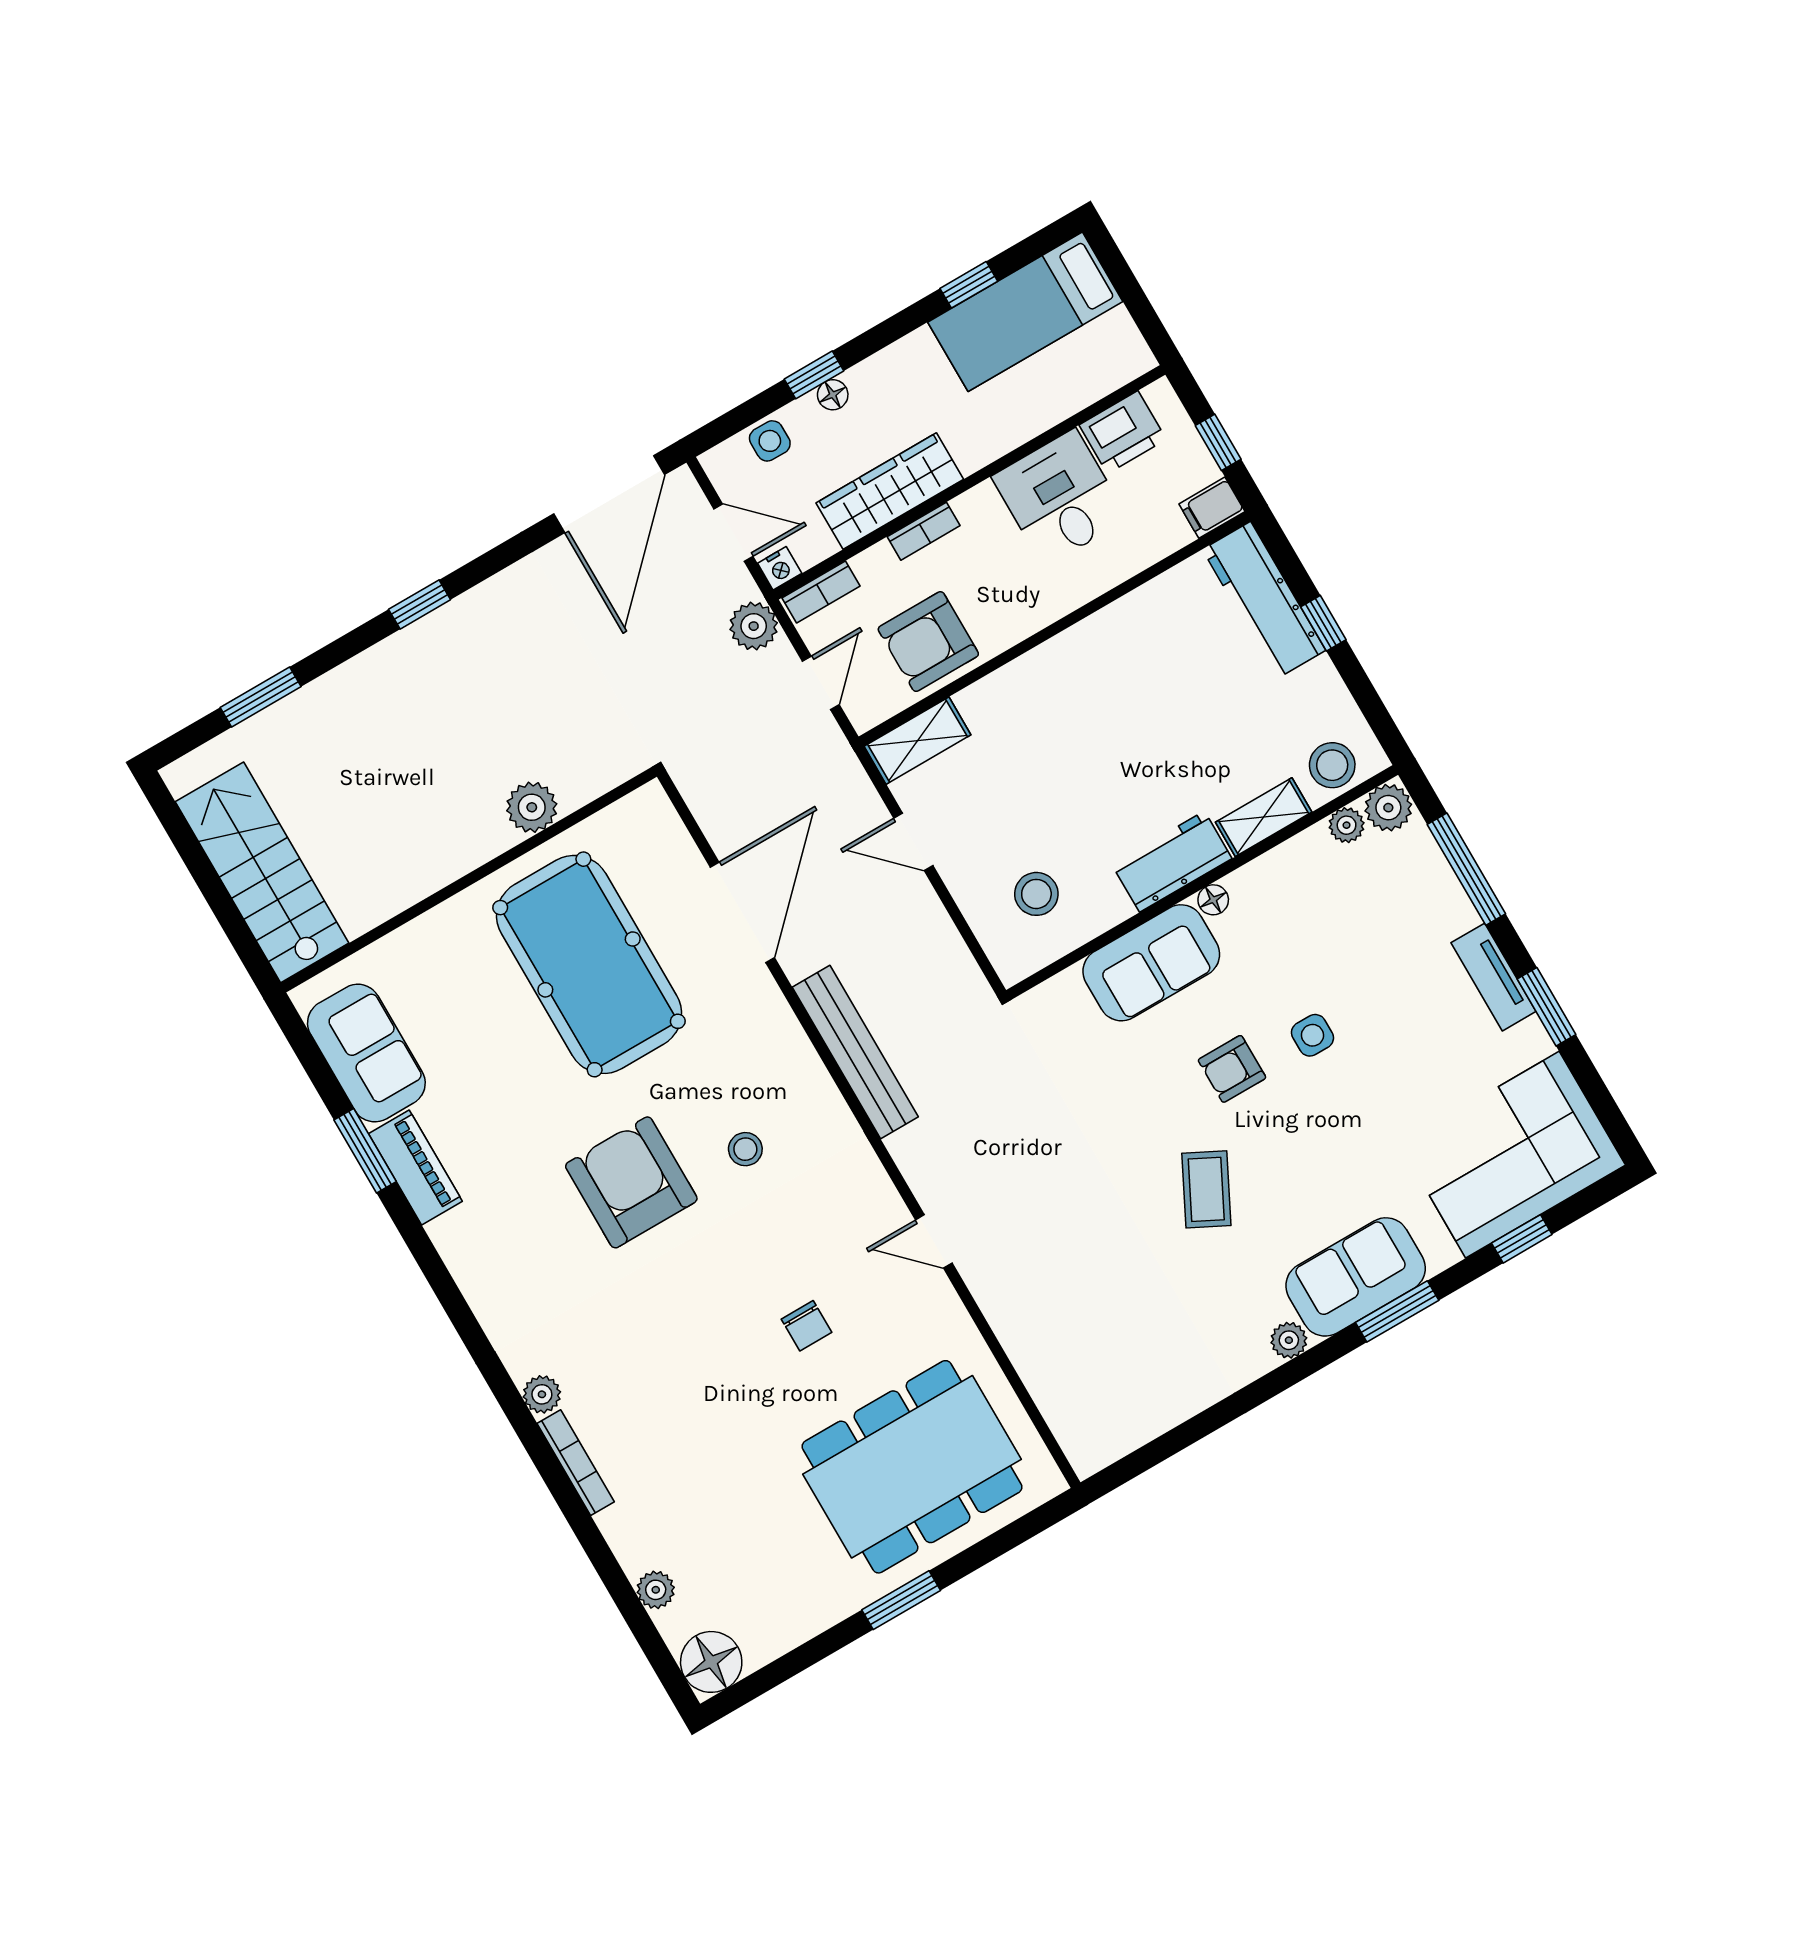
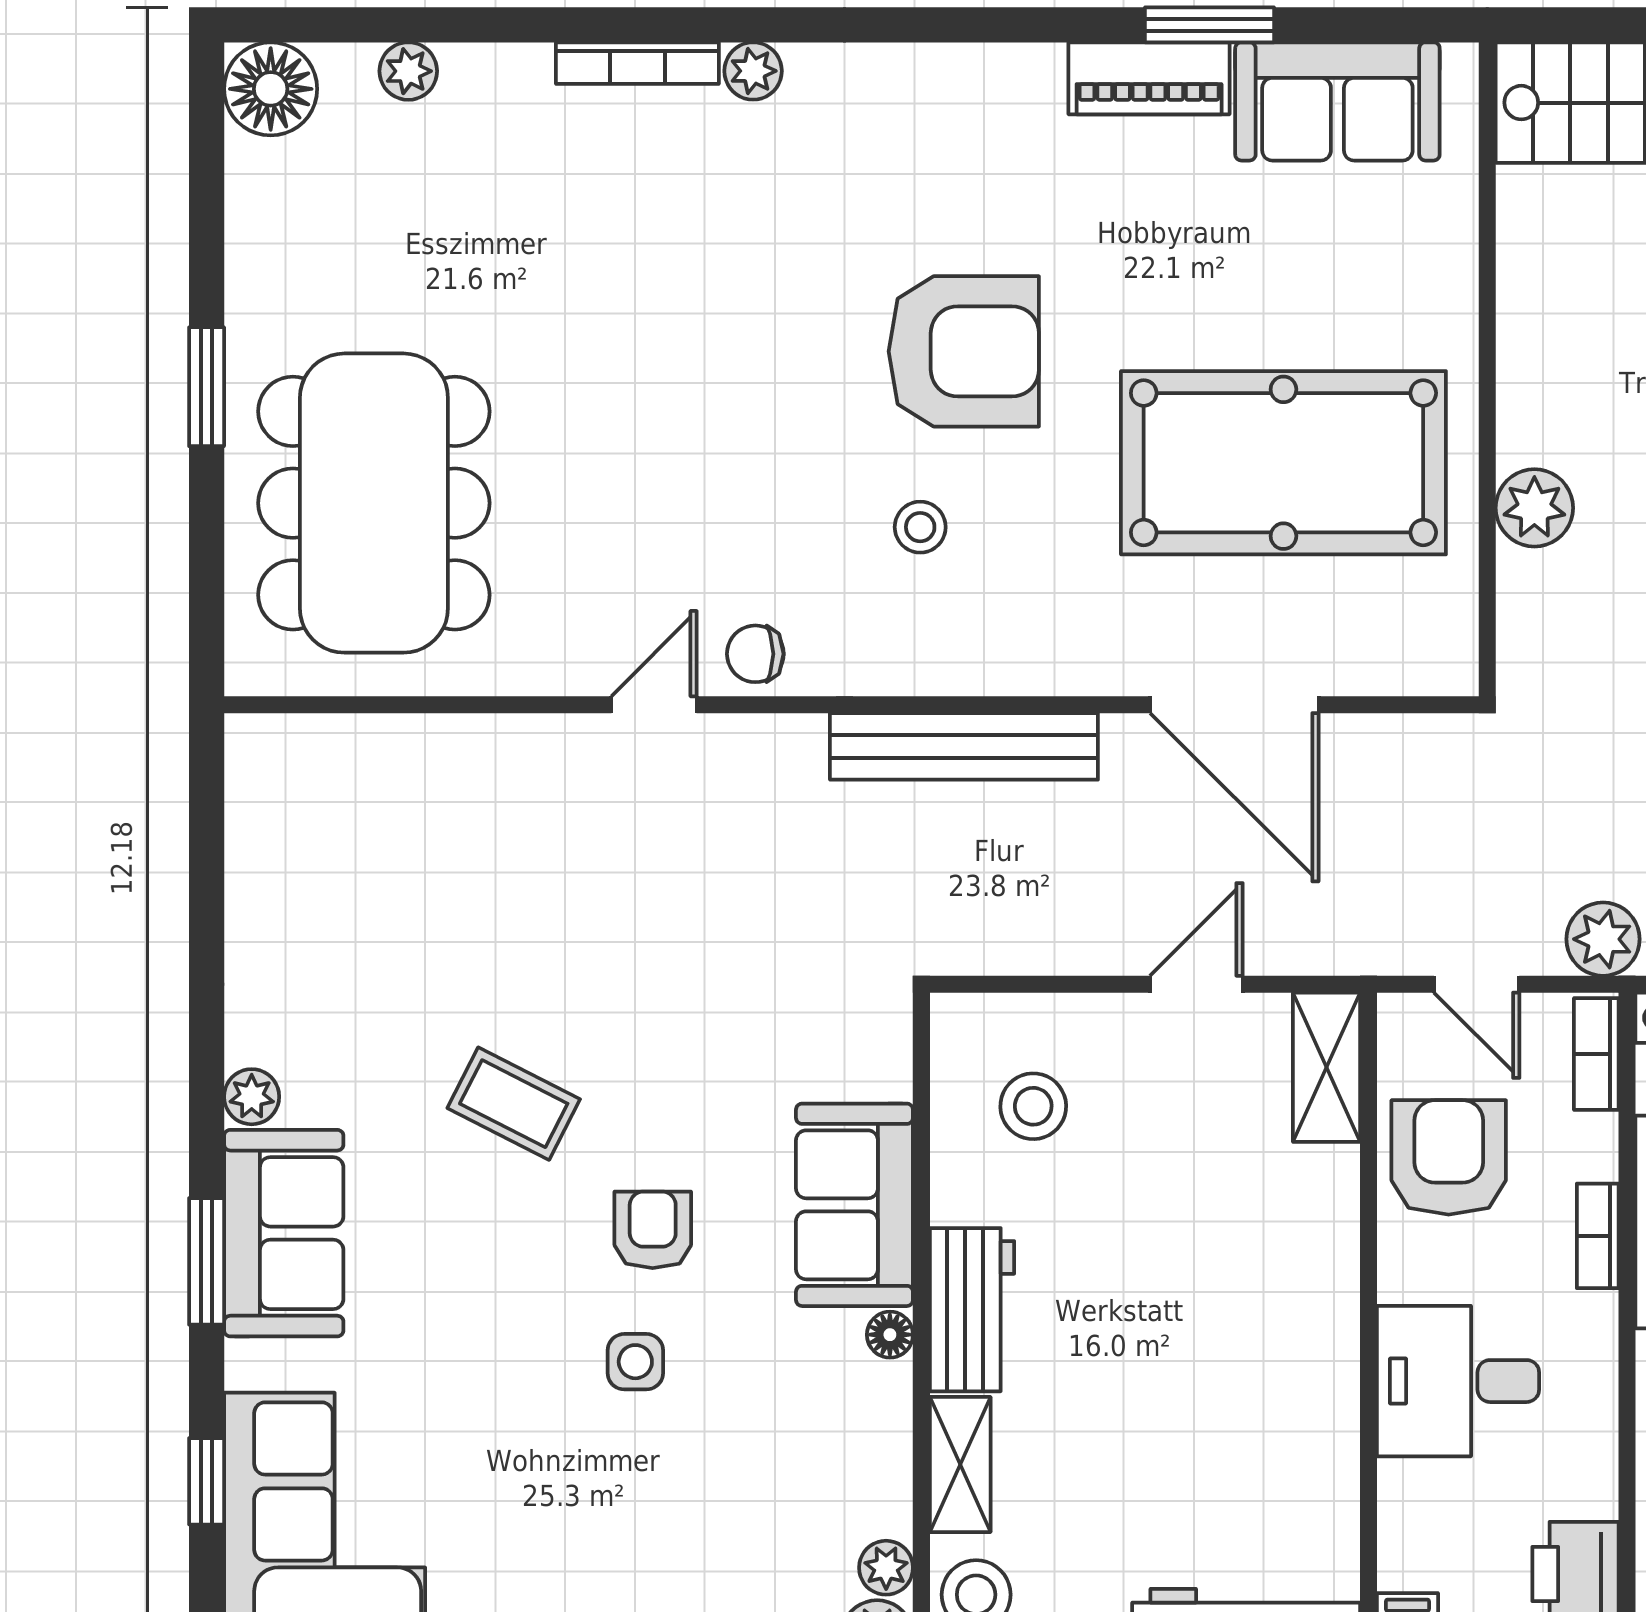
desk: (1060, 498) -> (1458, 1381), moved, turned 180
chair: (806, 1326) -> (755, 654), moved

